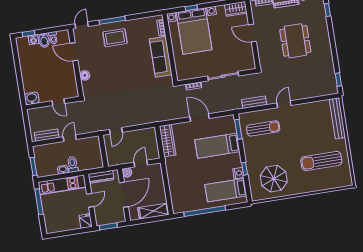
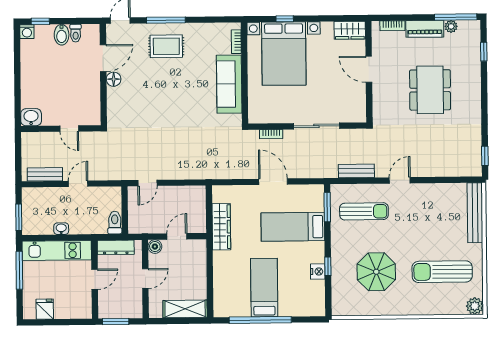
washing machine: (33, 40) -> (27, 32), moved
door: (74, 52) -> (103, 58), swing flipped
floor lamp: (85, 75) -> (114, 79), moved
wardrobe: (168, 141) -> (221, 227), moved
toilet: (73, 164) -> (115, 223), moved
parasol: (274, 179) -> (376, 272), moved
plant: (346, 181) -> (475, 306), added
bed: (226, 190) -> (264, 288), moved, turned 90
door: (124, 195) -> (145, 278), width x0.53
fridge: (86, 221) -> (45, 309), moved

